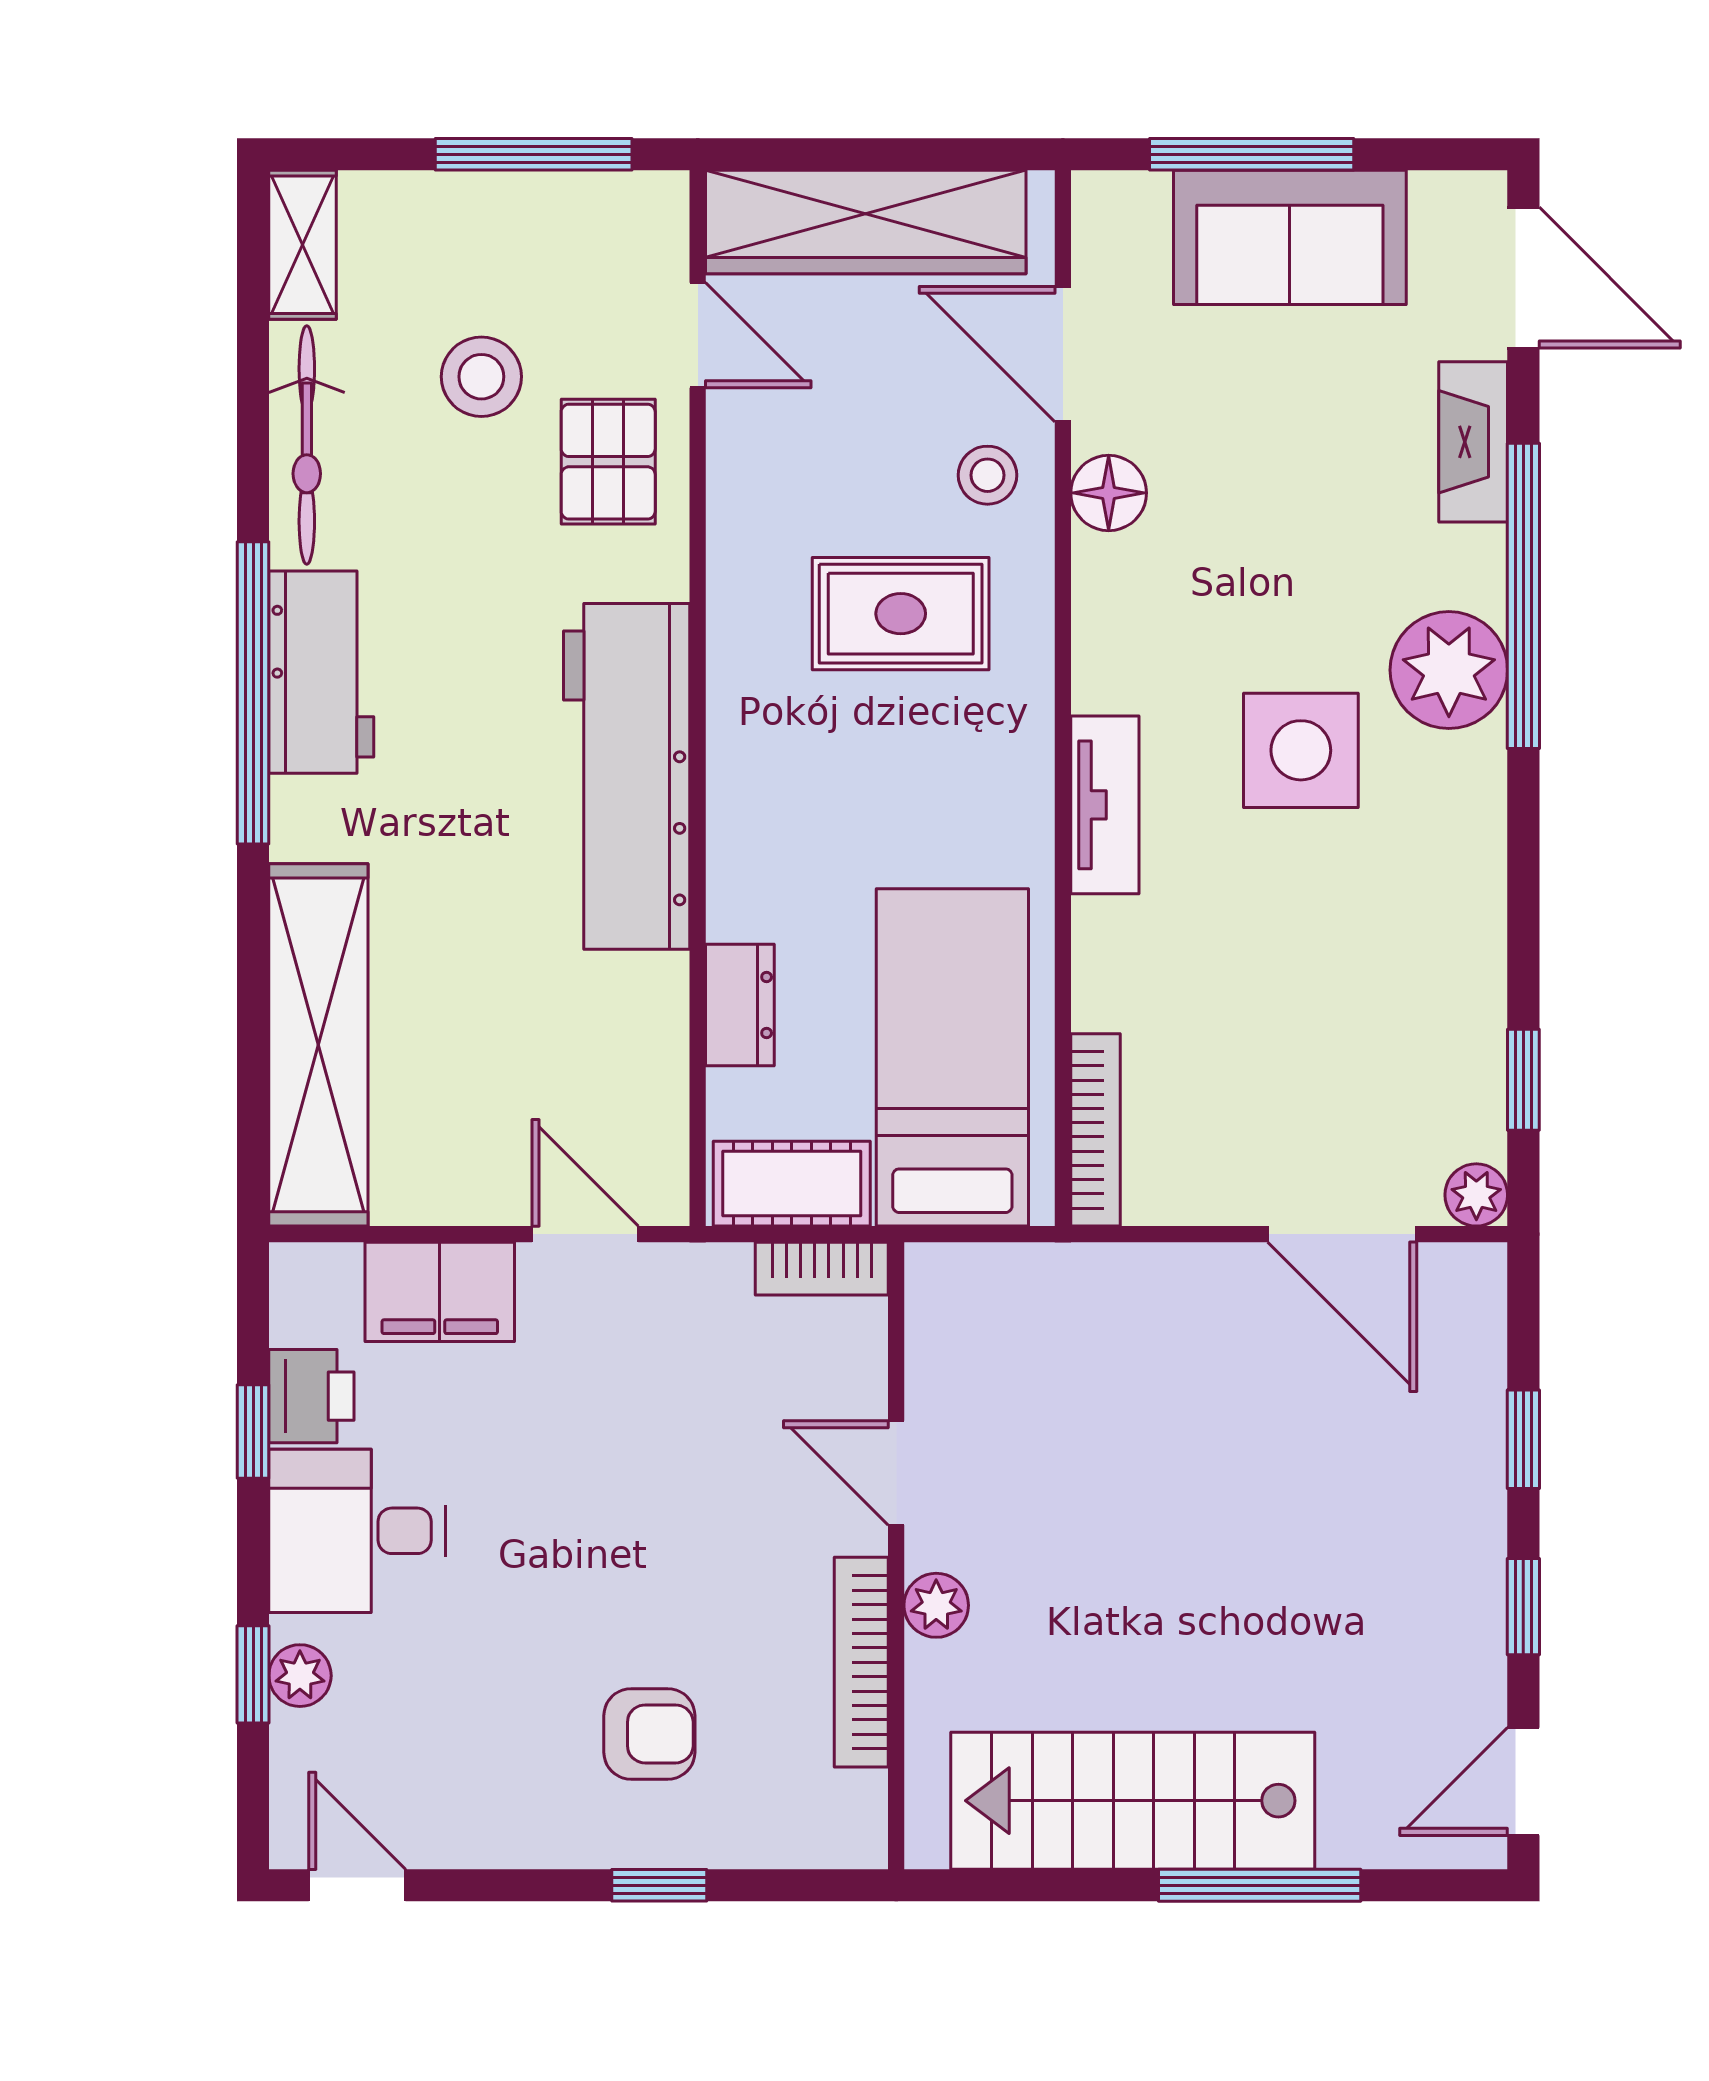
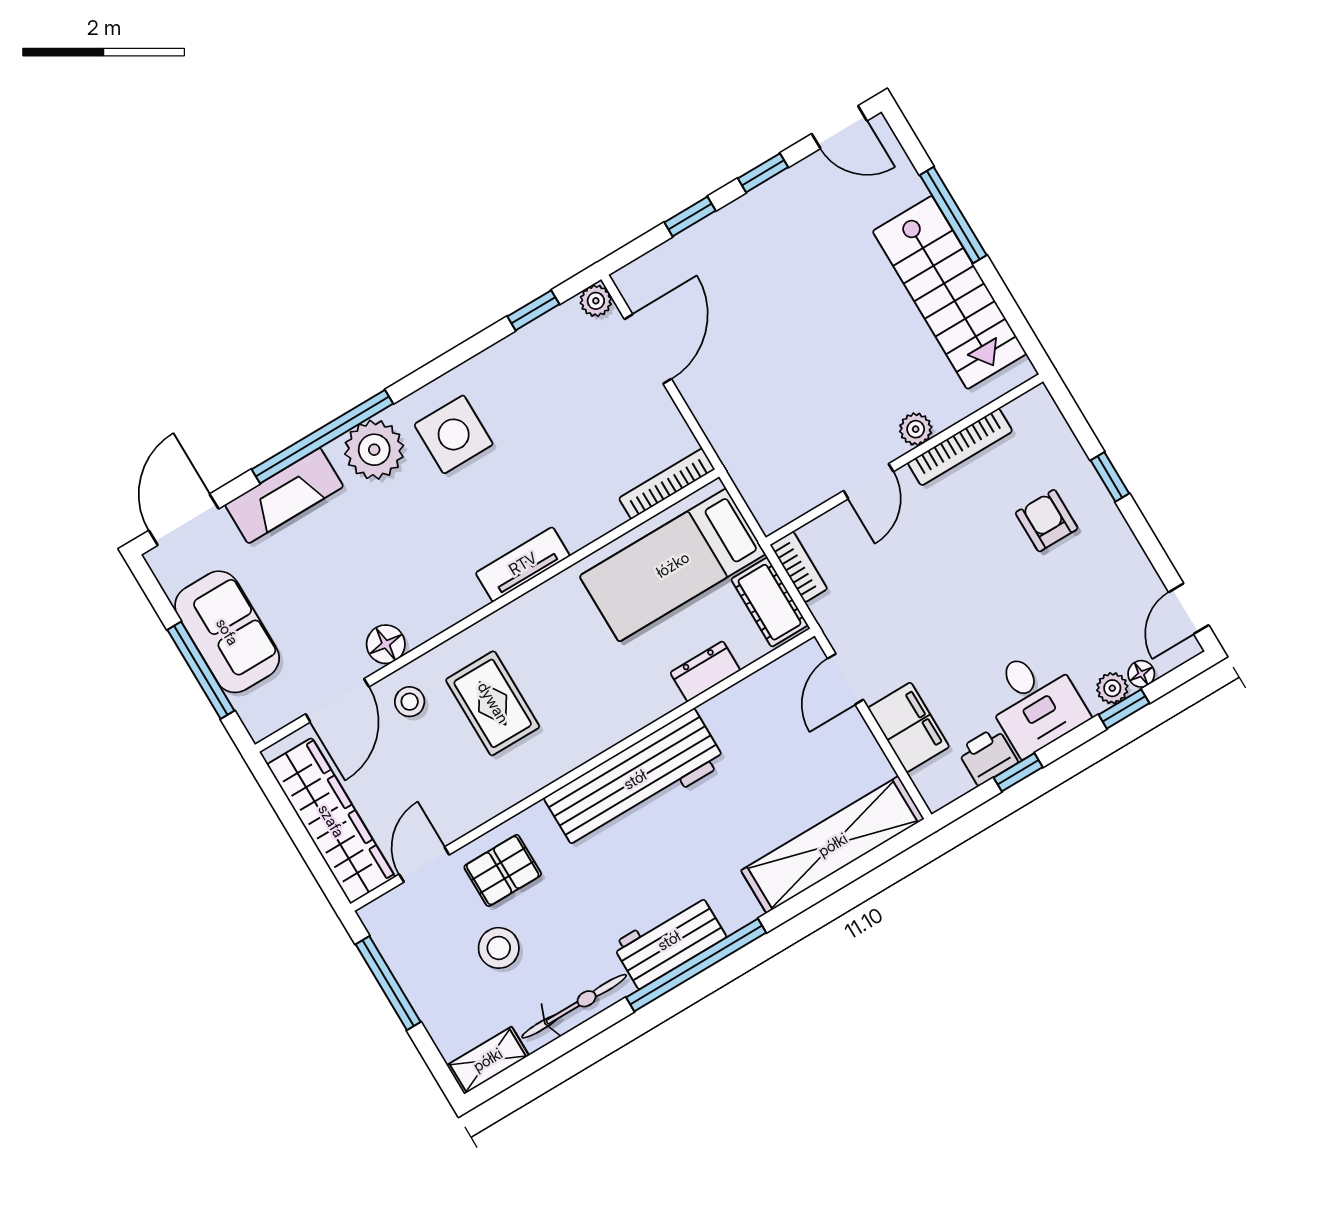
fireplace: (1473, 442) -> (284, 496), width x1.37, depth x1.32
side table: (1301, 750) -> (454, 434), moved
floor lamp: (295, 1739) -> (1141, 674), added

